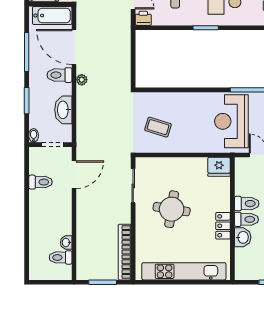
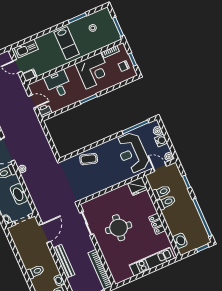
coffee table: (158, 127) -> (89, 159), moved
toilet: (41, 182) -> (35, 272), moved
toilet: (246, 219) -> (161, 192), moved
bench: (83, 221) -> (64, 261), added
washbasin: (243, 237) -> (180, 241), moved
kitchen unit: (184, 271) -> (152, 262), width x0.73

